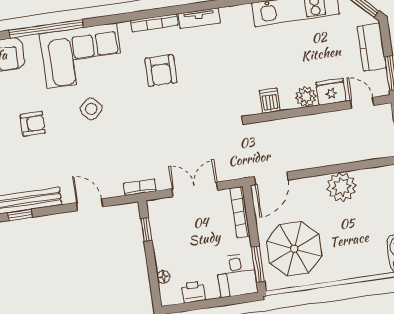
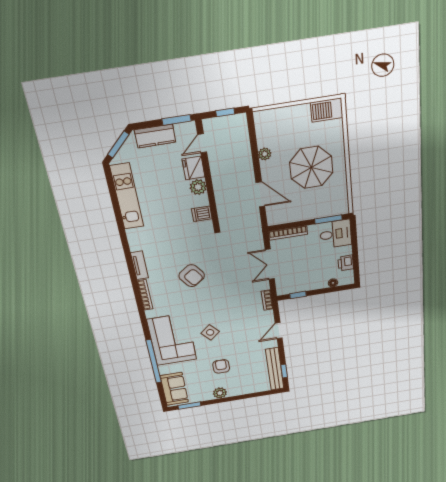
armchair: (161, 71) -> (192, 276), moved, turned 54
door: (271, 178) -> (260, 194), moved
plant: (342, 187) -> (265, 154), width x0.53, depth x0.53
parasol: (294, 249) -> (311, 167), moved

